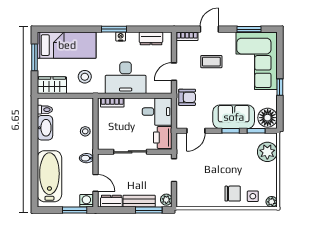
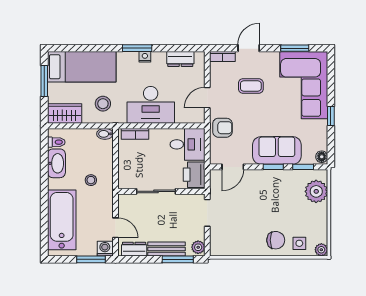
floor lamp: (268, 118) -> (322, 157), width x0.53, depth x0.53
stool: (85, 131) -> (91, 180), moved
bidet: (86, 158) -> (105, 134), moved

